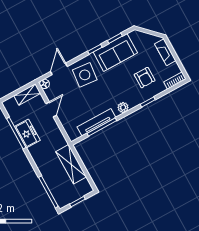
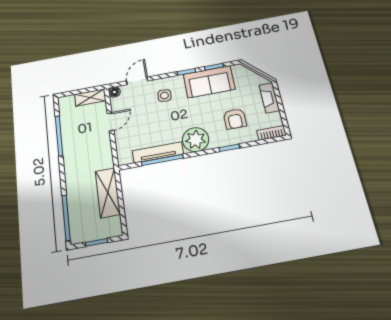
side table: (85, 75) -> (164, 96), width x0.54, depth x0.54
plant: (123, 108) -> (196, 140), width x1.88, depth x1.88
freezer: (27, 133) -> (71, 140), removed

